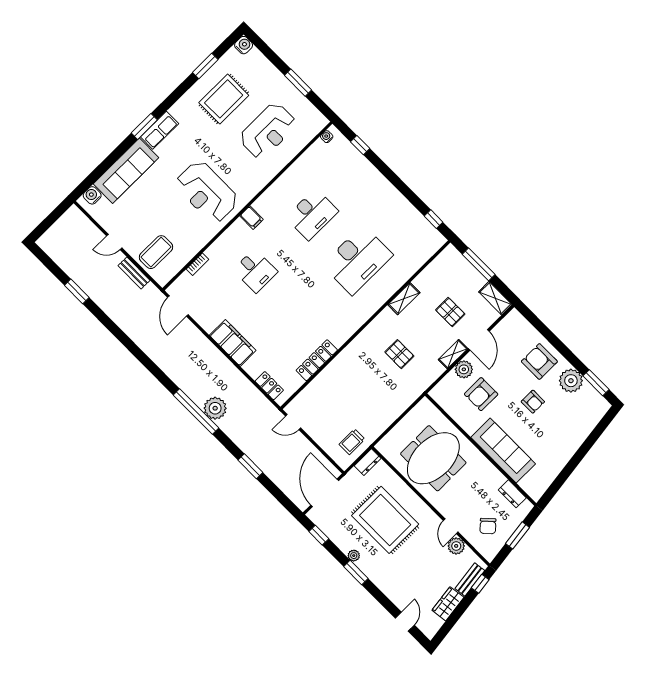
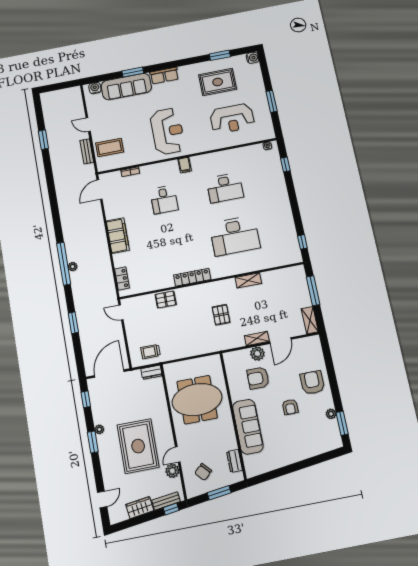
window: (144, 126) -> (133, 72), moved
reception desk: (207, 192) -> (167, 131), turned 180
pallet: (450, 312) -> (166, 299), moved, turned 90
locker: (317, 360) -> (192, 277), moved
plant: (571, 381) -> (331, 414), width x0.53, depth x0.53
plant: (215, 408) -> (73, 267), width x0.53, depth x0.53
rug: (385, 520) -> (138, 446), moved

